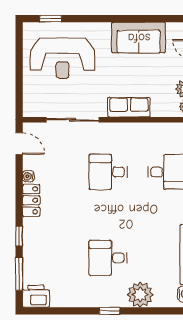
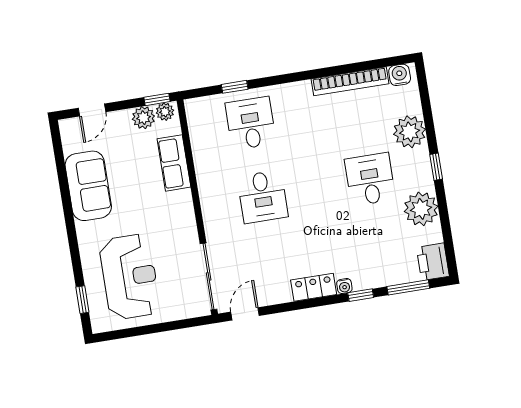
row of seats: (129, 107) -> (174, 163), moved
sliding door: (73, 120) -> (209, 276), moved
water cooler: (28, 176) -> (344, 286), moved
desk: (108, 258) -> (370, 179), turned 180
plant: (79, 294) -> (421, 209), added

